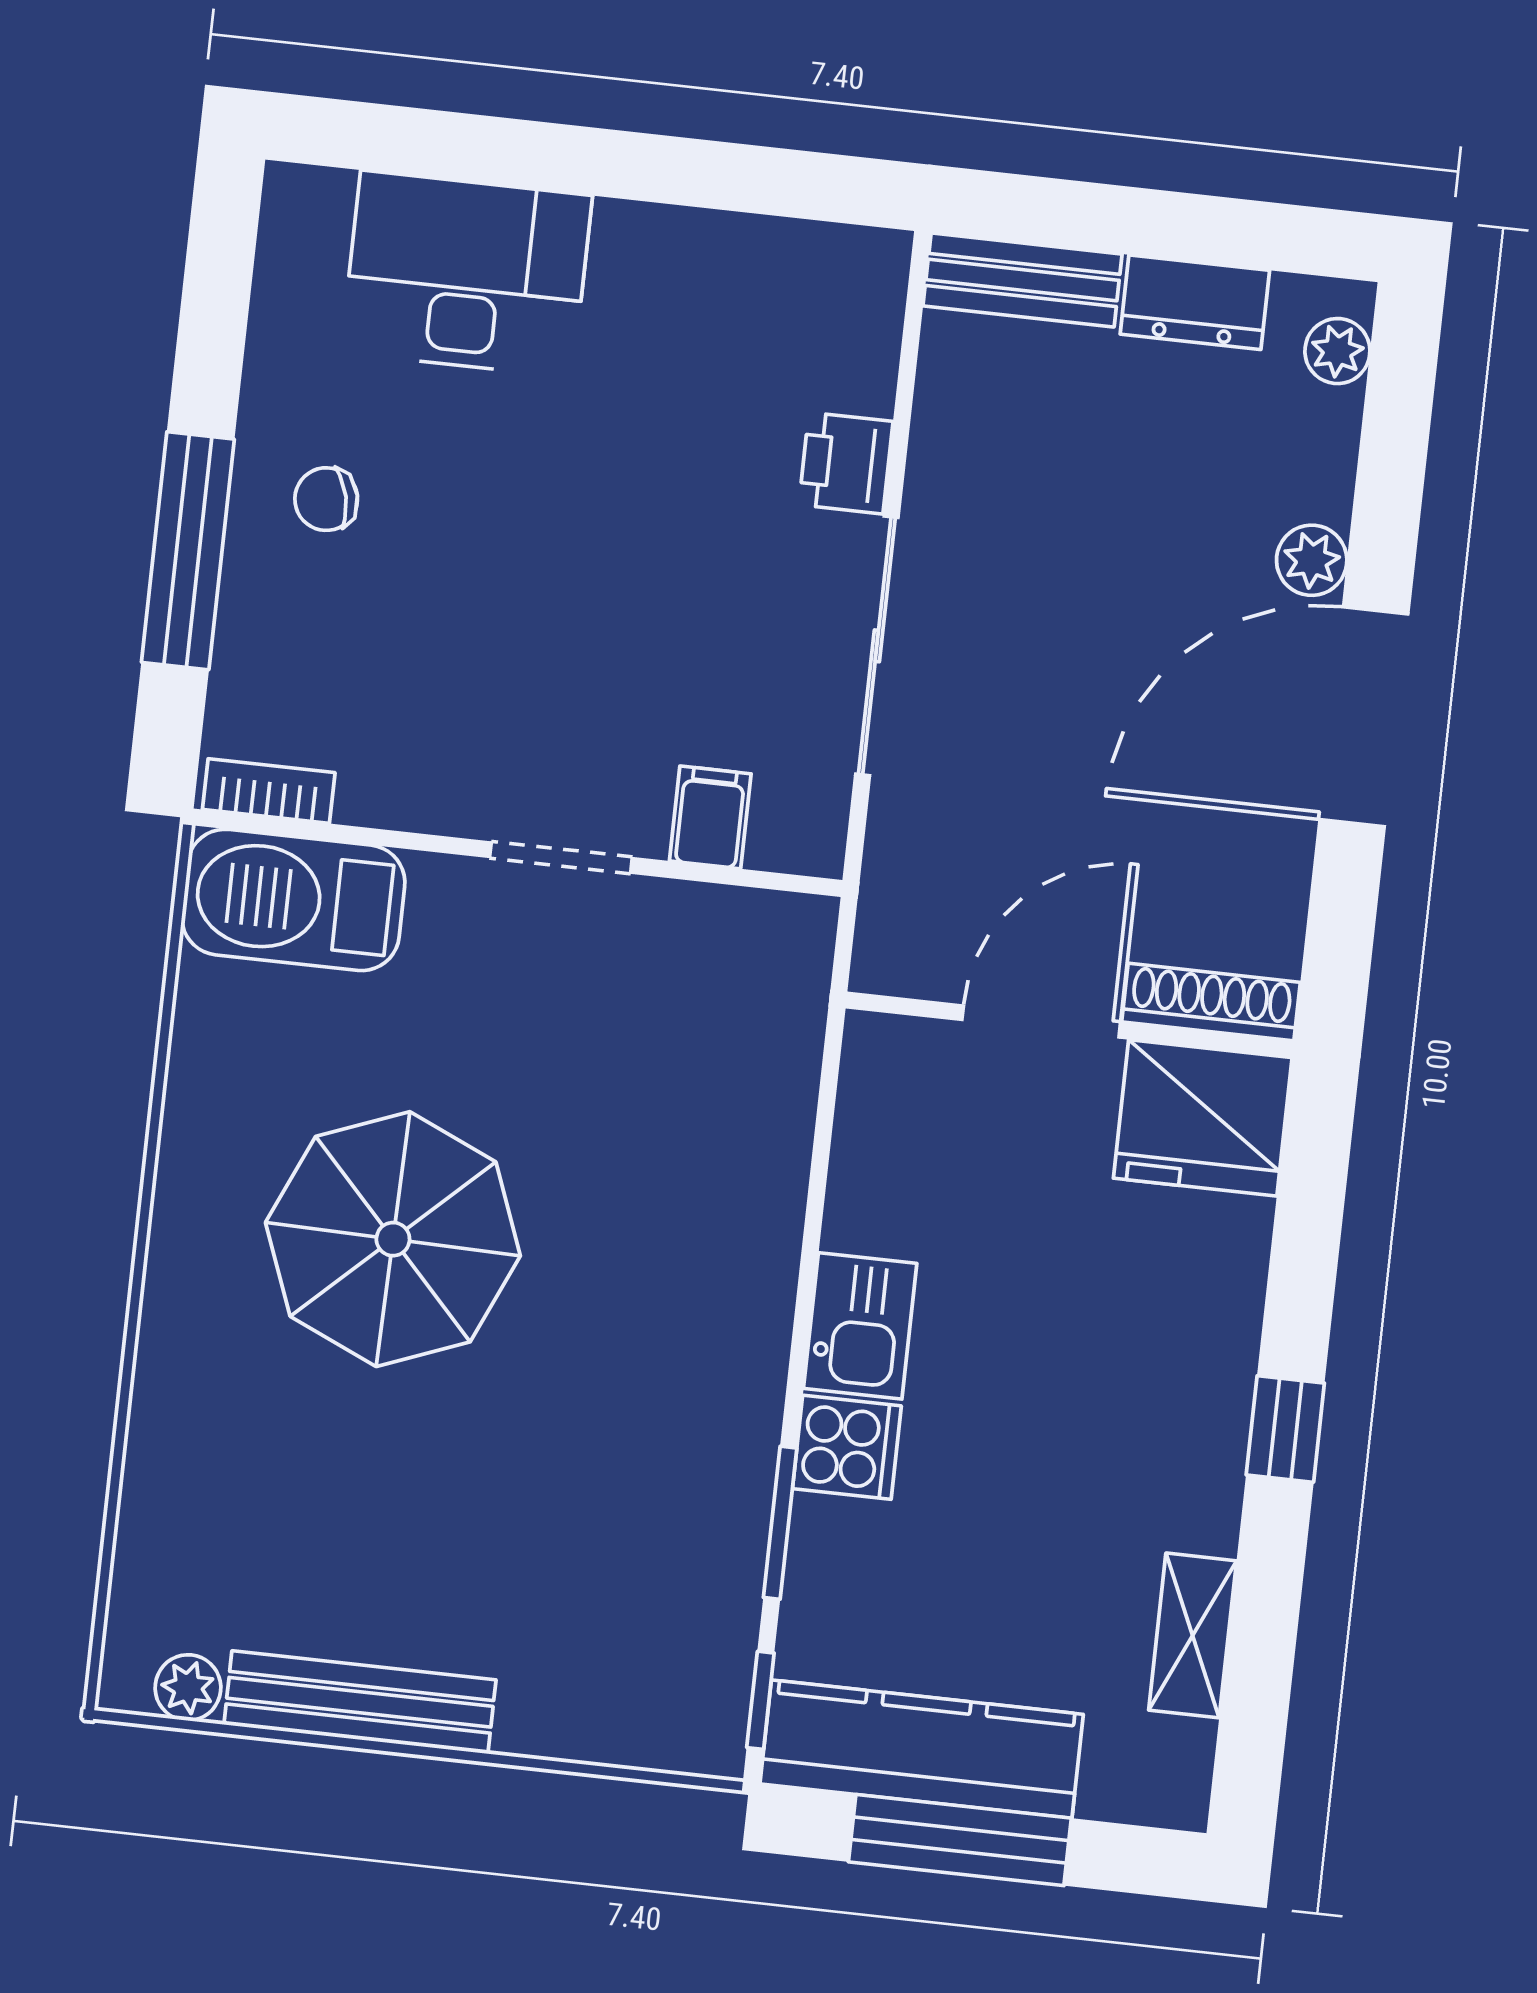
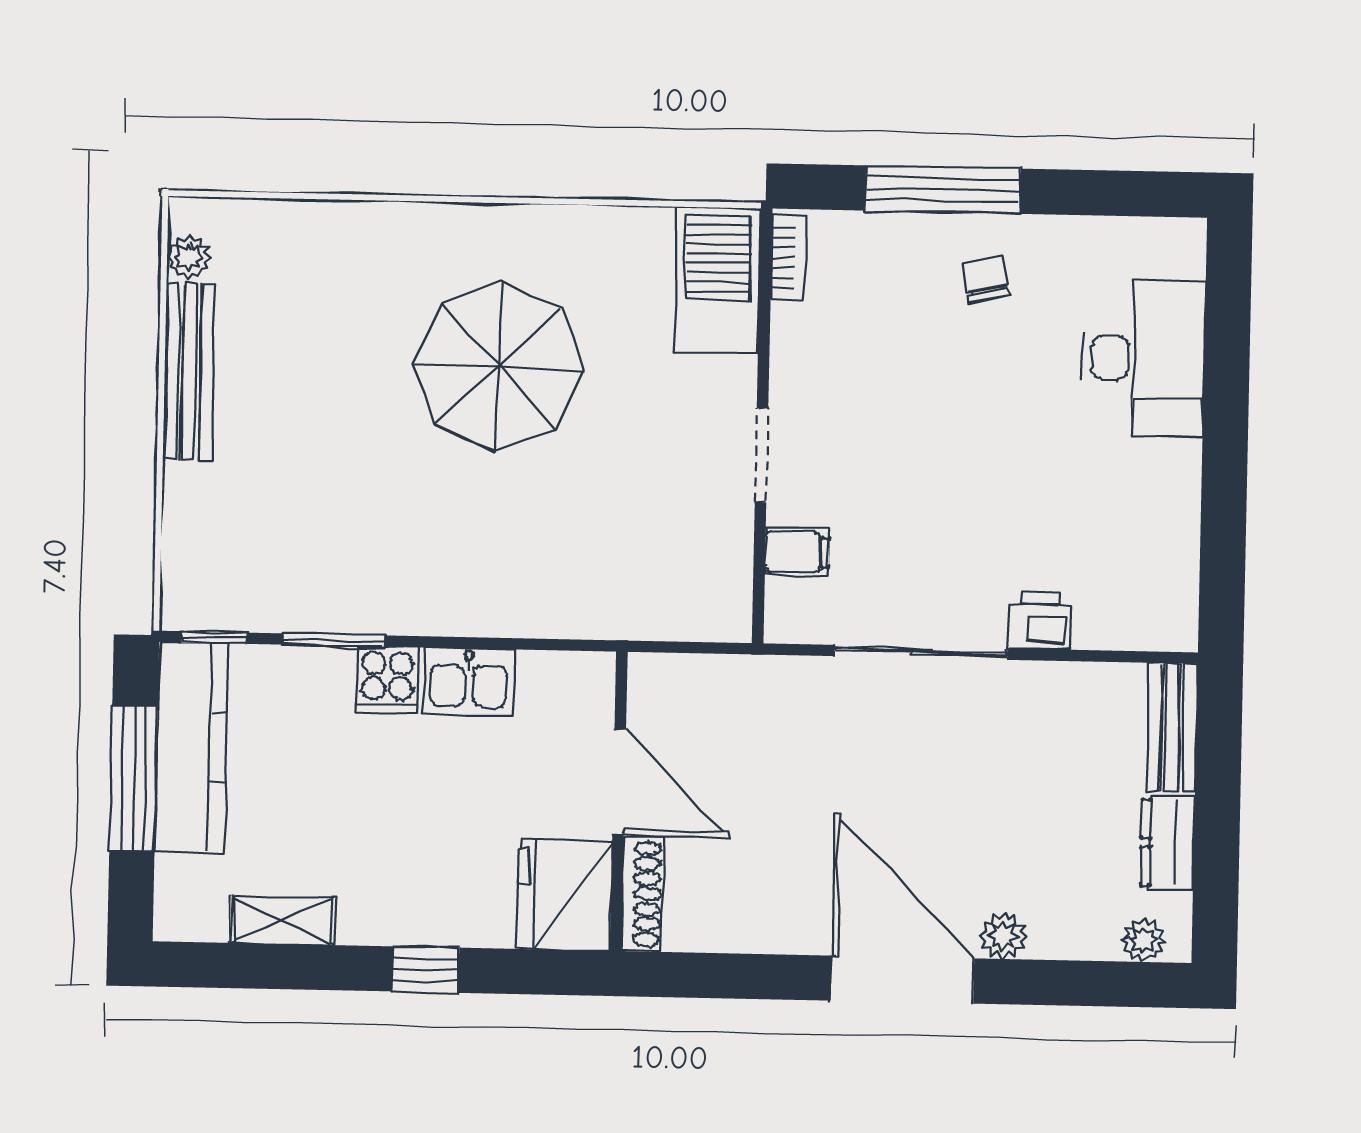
shoe rack: (1211, 1002) -> (642, 894), moved
door: (1041, 1021) -> (619, 782), moved
wall: (1070, 1025) -> (619, 801), moved
fridge: (1203, 1118) -> (565, 895), moved

